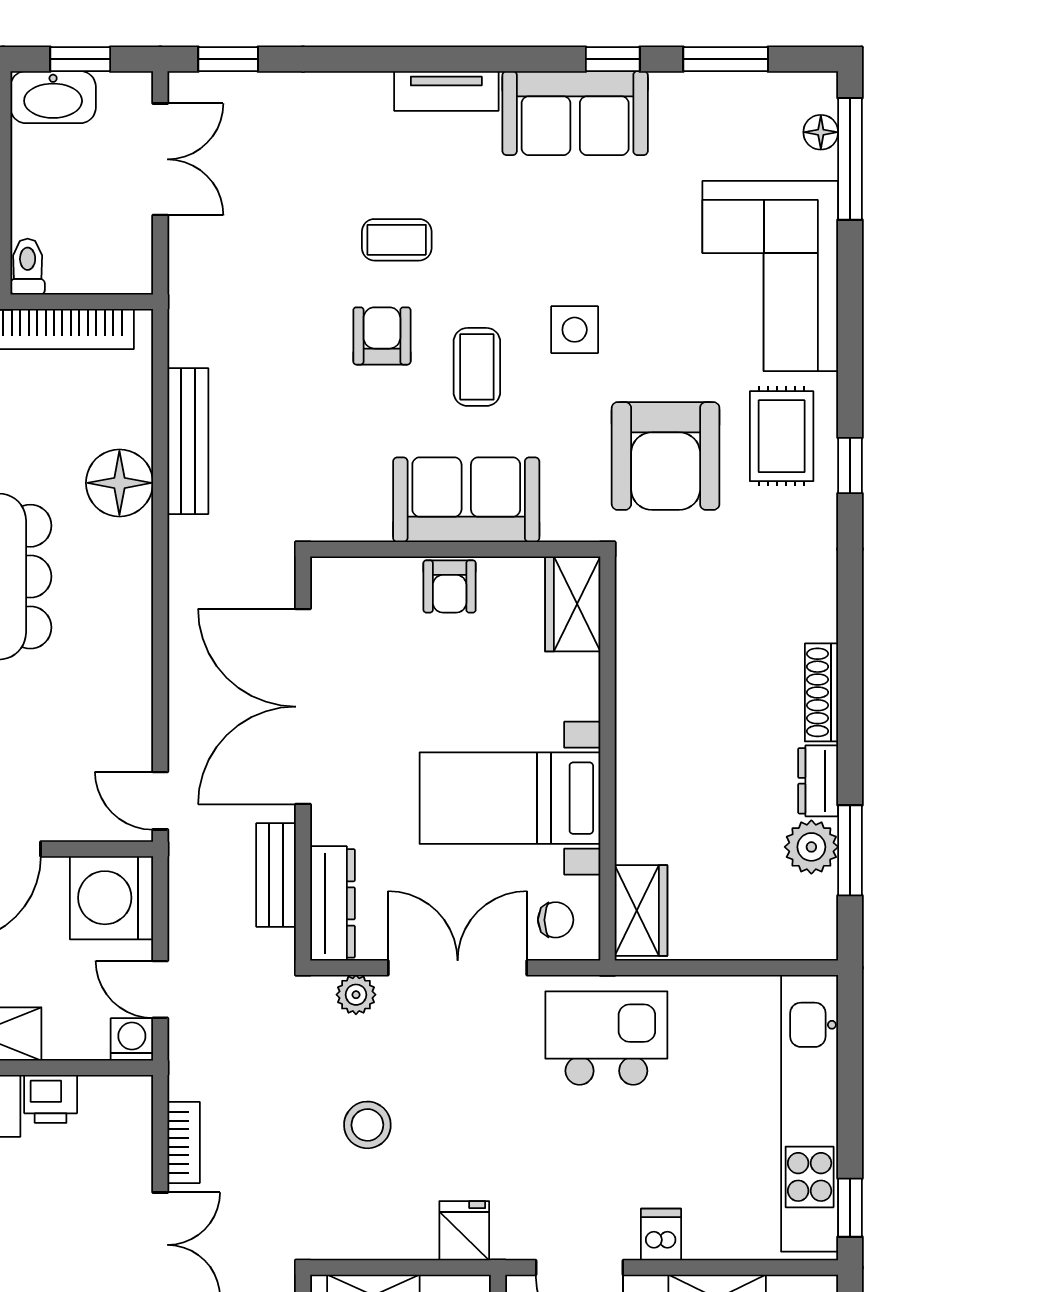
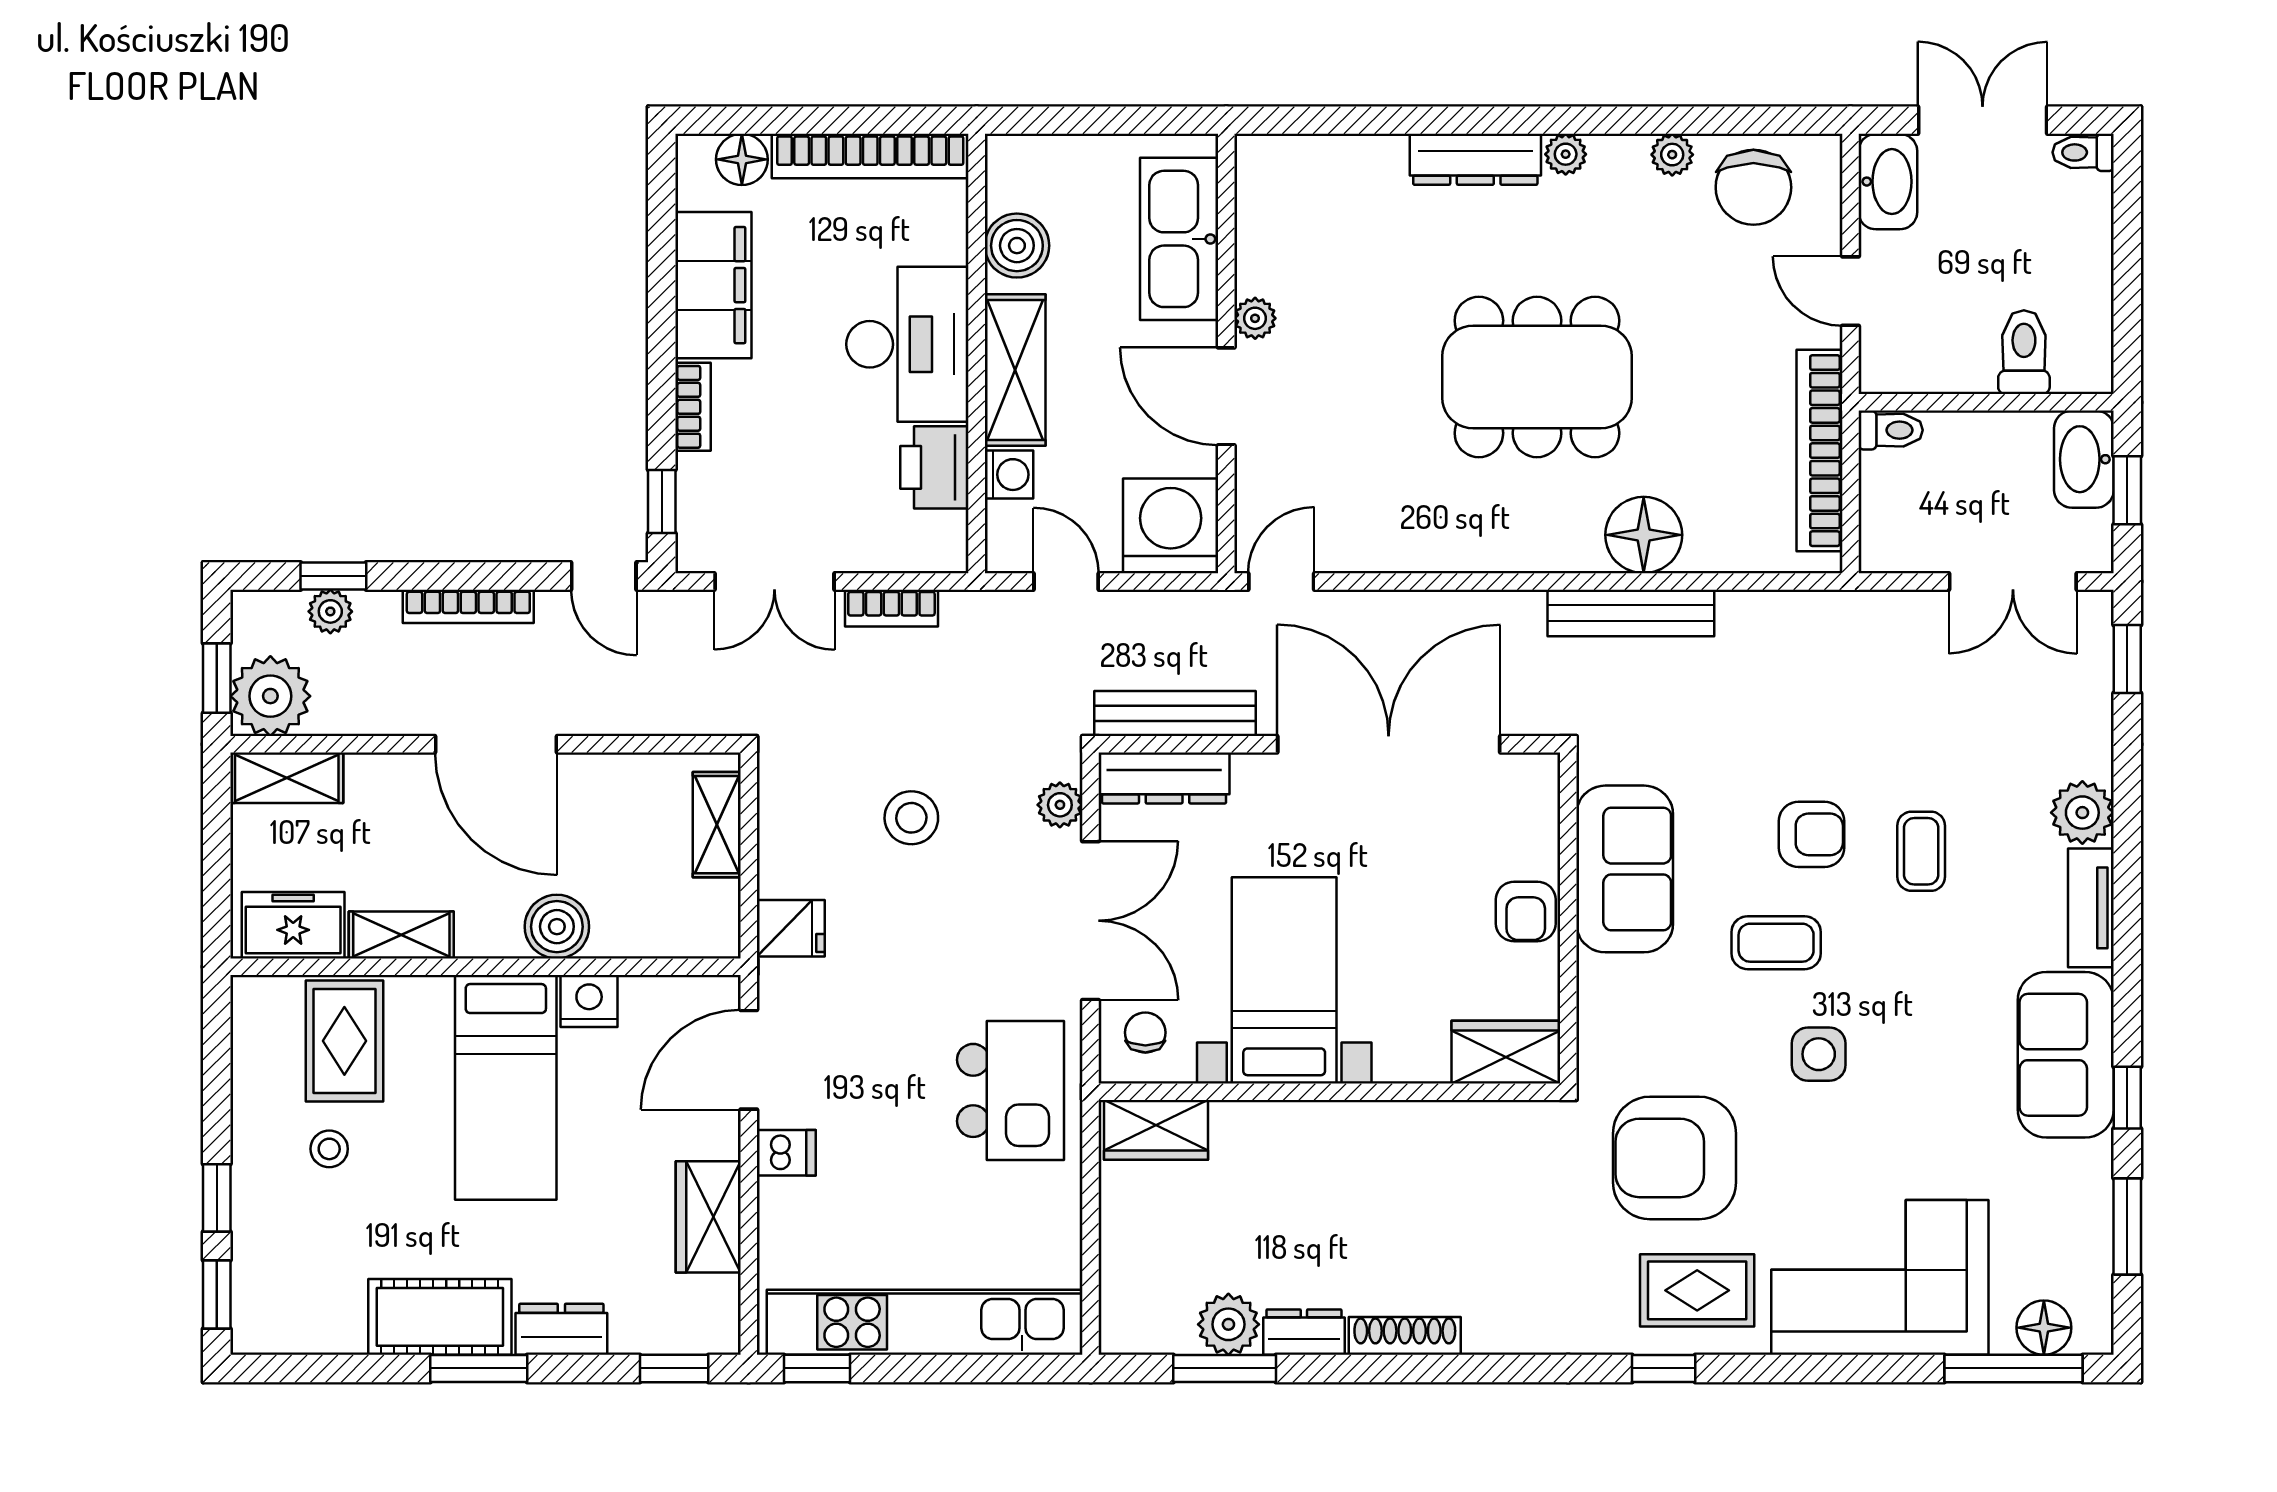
plant: (363, 99) -> (2082, 813), added
floor lamp: (821, 132) -> (2044, 1328), width x1.37, depth x1.37
bench: (188, 441) -> (1631, 613), moved
sofa: (466, 500) -> (1625, 869), moved
armchair: (450, 586) -> (1526, 912), turned -90
bench: (276, 875) -> (1175, 714), width x1.36
chair: (556, 920) -> (1145, 1033), turned 180
door: (160, 989) -> (1066, 581), hinge flipped
washing machine: (132, 1039) -> (1009, 475), moved
printer: (51, 1099) -> (934, 467), width x1.36, depth x1.24

